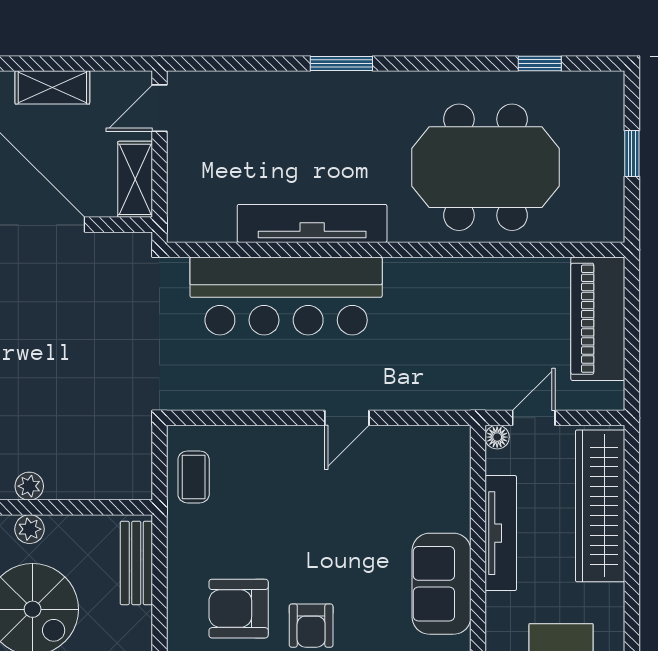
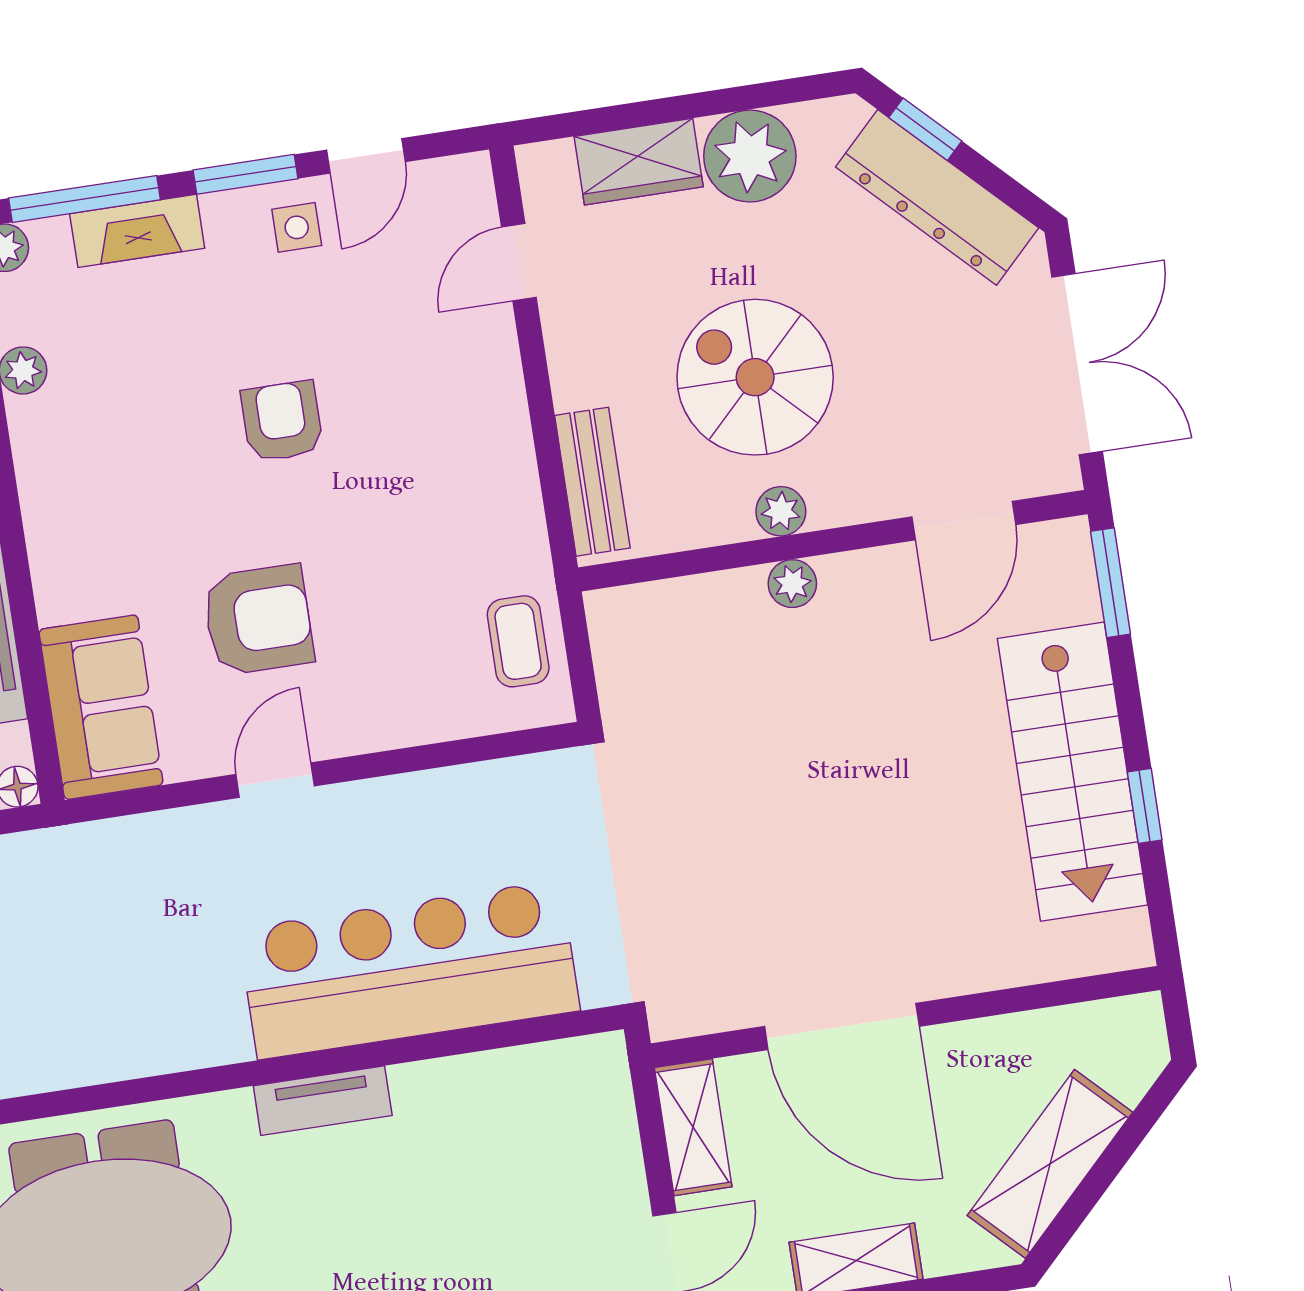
tv unit: (312, 223) -> (323, 1101), width x0.52, depth x0.78
sofa: (442, 584) -> (101, 707), moved
armchair: (239, 609) -> (258, 620), moved

